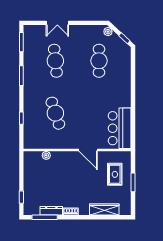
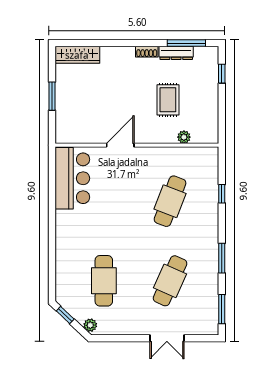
double door: (57, 23) -> (167, 338), swing flipped
cafe table: (55, 61) -> (170, 281), turned 30
cafe table: (55, 113) -> (170, 201), turned 39
door: (88, 150) -> (120, 145), hinge flipped
rug: (115, 174) -> (168, 100), moved
wardrobe: (104, 210) -> (77, 55), moved

